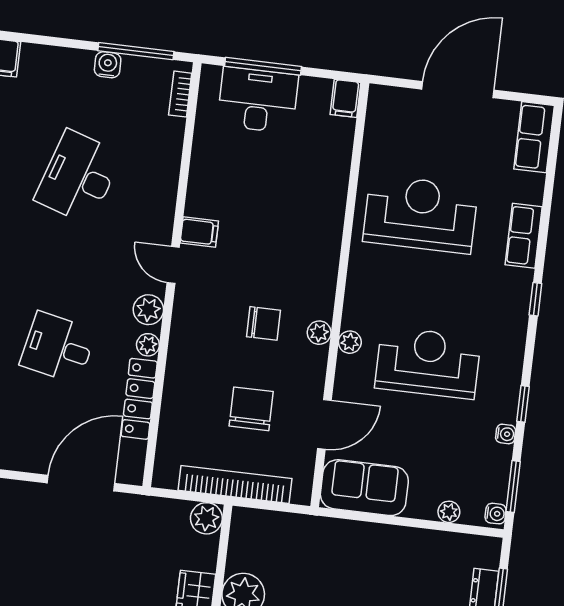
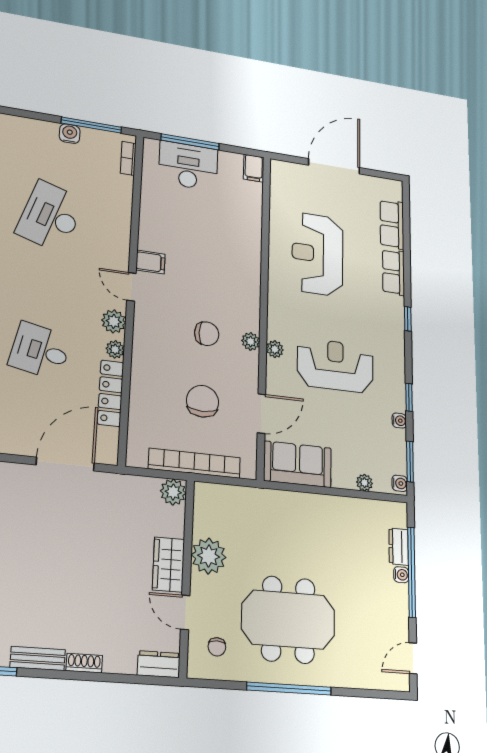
row of seats: (534, 137) -> (392, 224), moved
reception desk: (421, 214) -> (317, 254), turned -90

